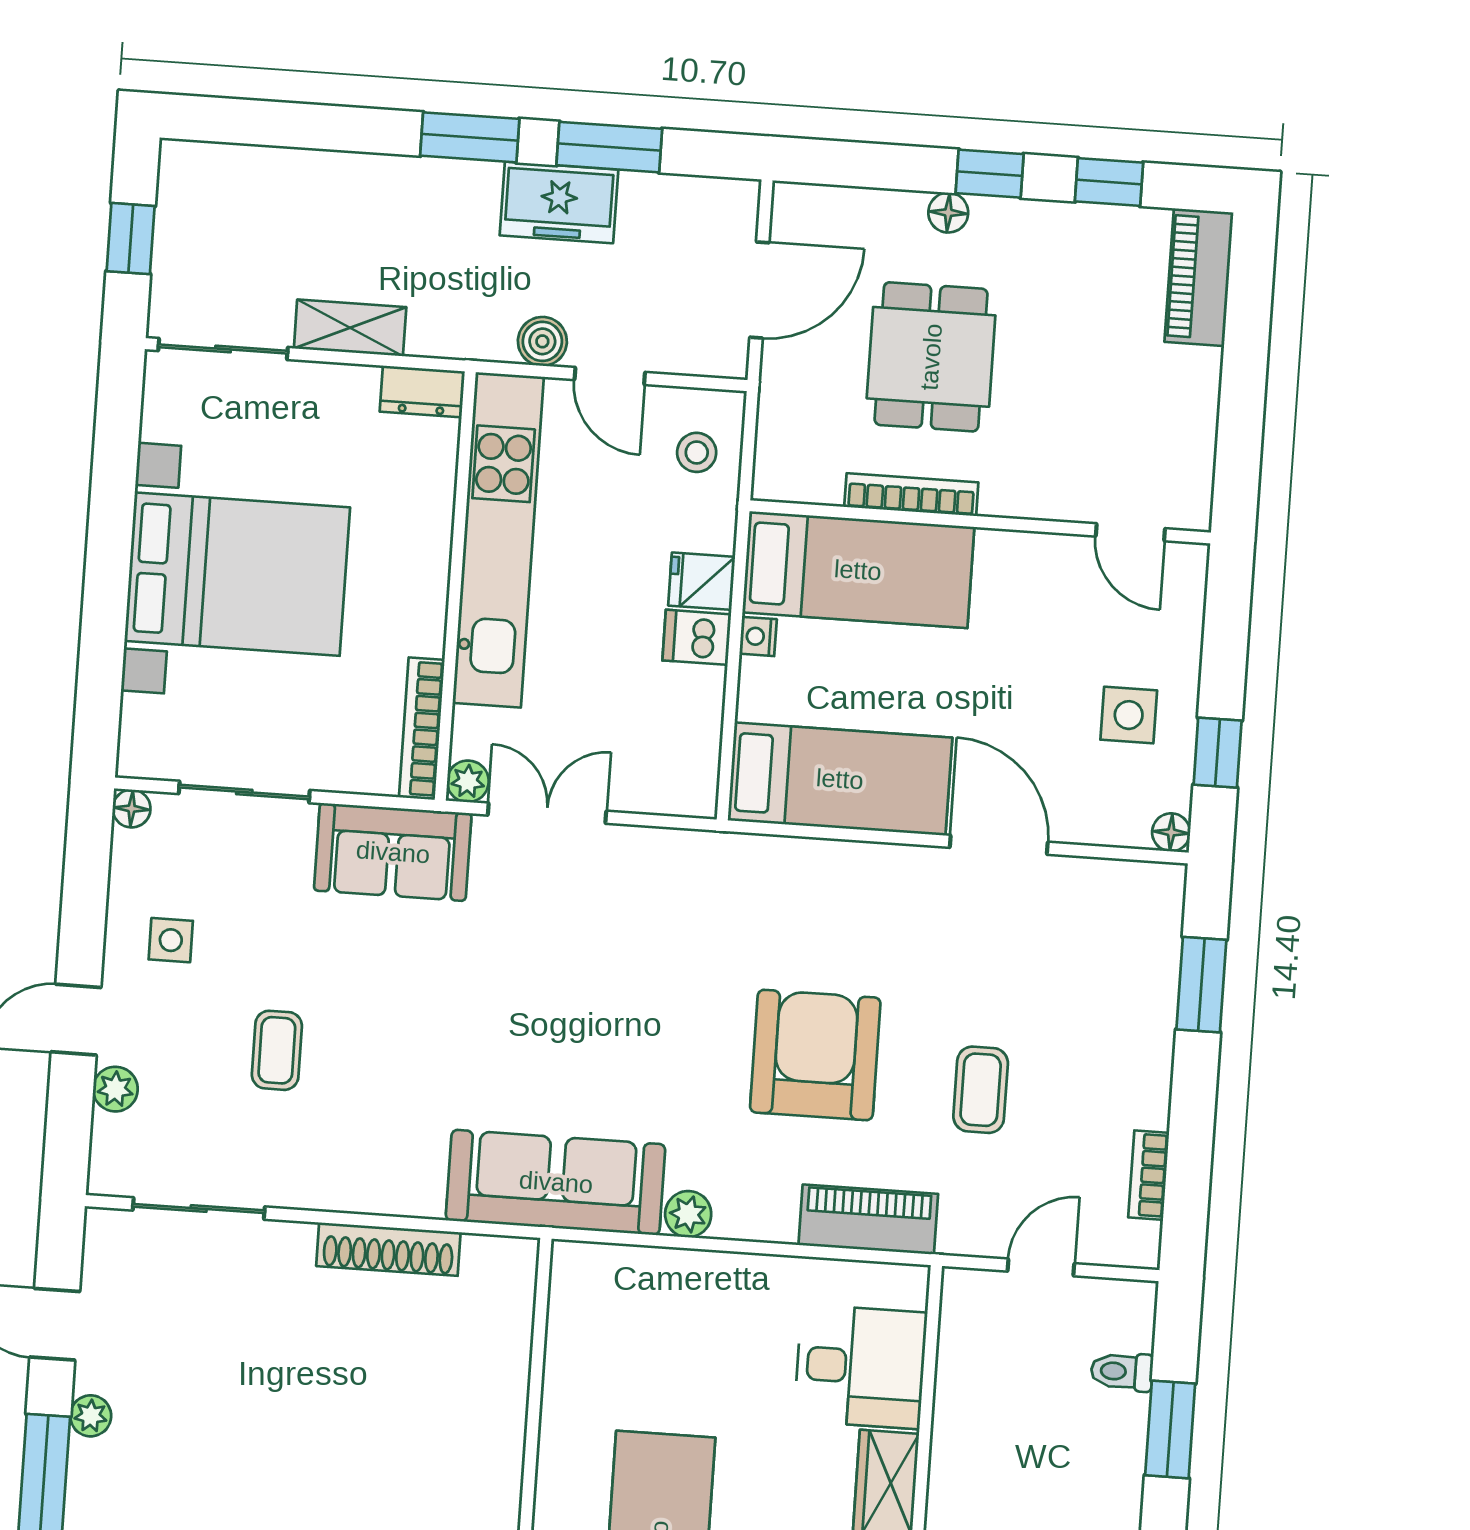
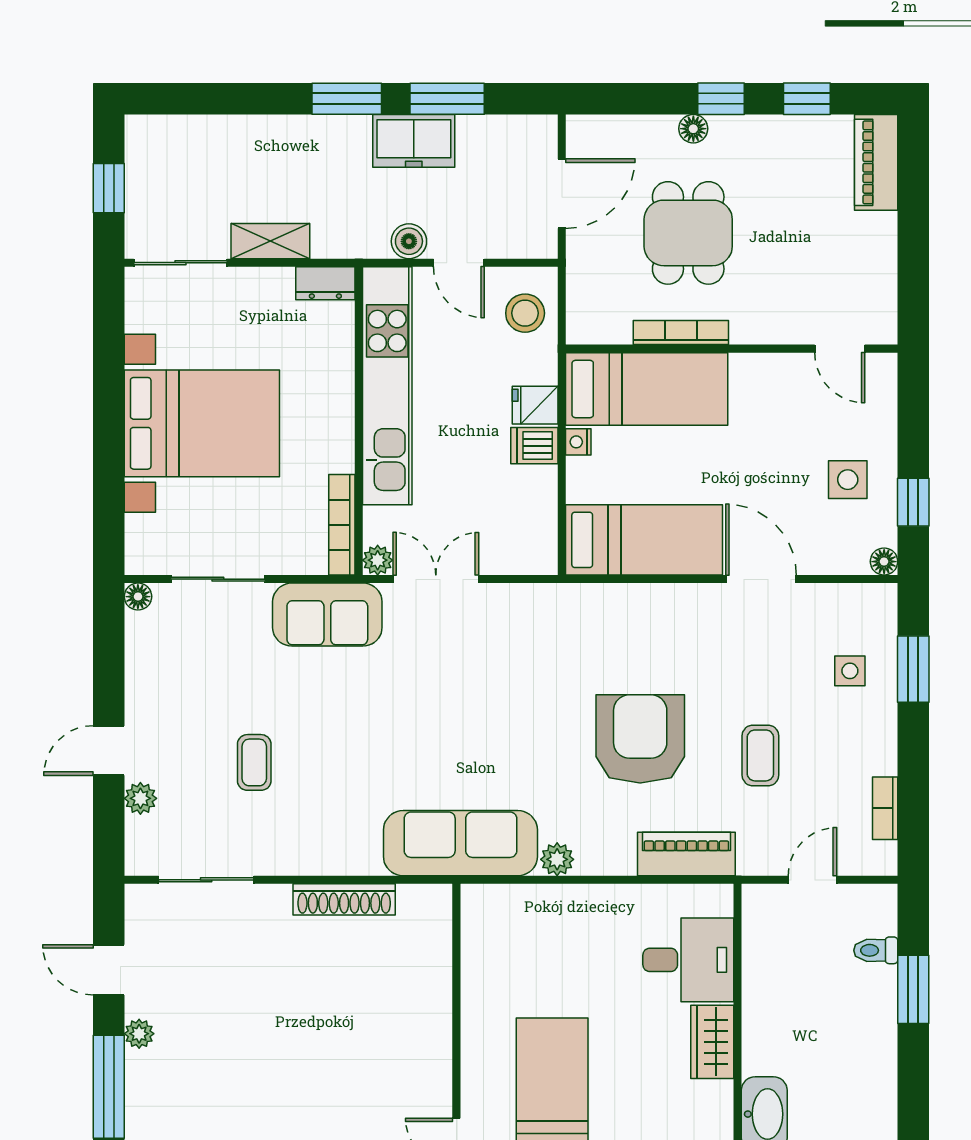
stool: (697, 452) -> (525, 313), width x1.37, depth x1.37
side table: (171, 940) -> (850, 671), moved

